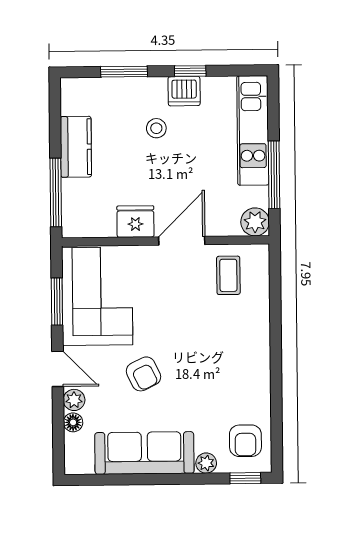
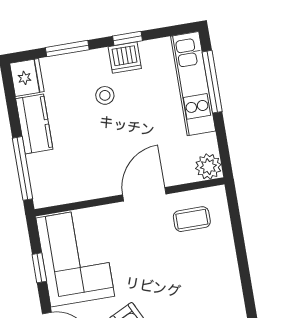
window: (274, 175) -> (212, 82), moved
fridge: (135, 222) -> (27, 77), moved, turned 90
coffee table: (228, 275) -> (192, 219), turned 90
window: (57, 302) -> (39, 268), width x0.67

